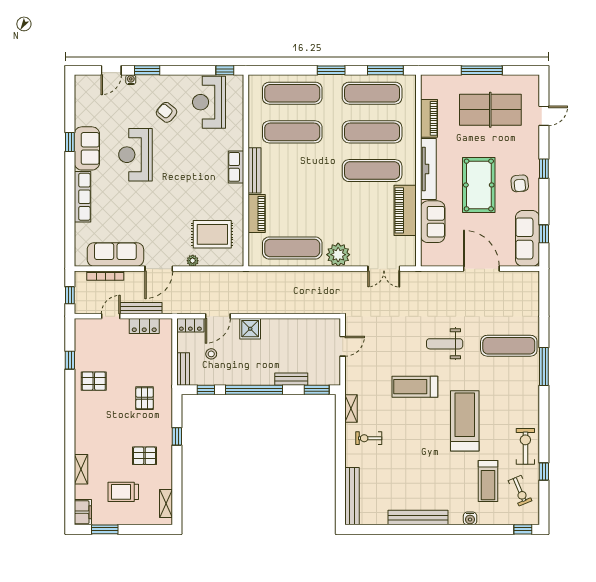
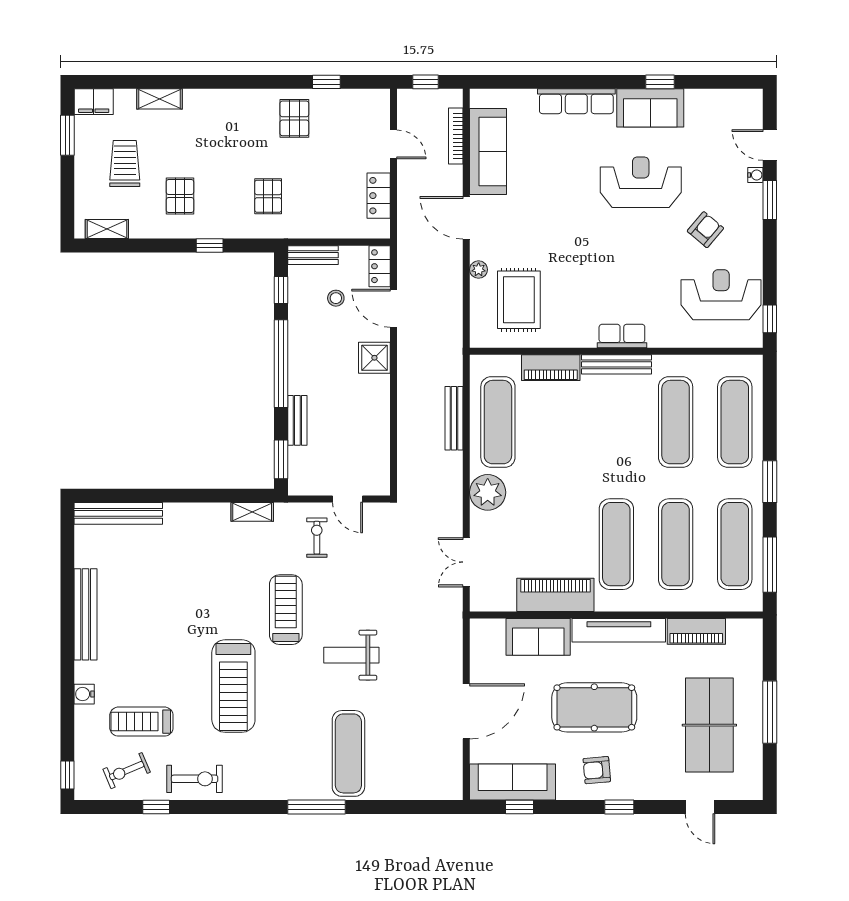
bench: (141, 308) -> (454, 418), moved
weight bench: (445, 344) -> (351, 655), turned -90
pallet: (145, 398) -> (268, 196), turned 90
treadmill: (465, 421) -> (233, 686), turned 90
exercise bike: (369, 438) -> (317, 538), moved

